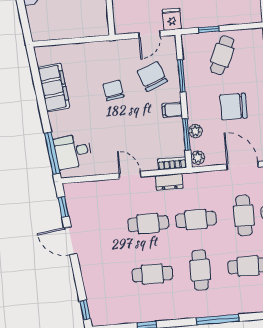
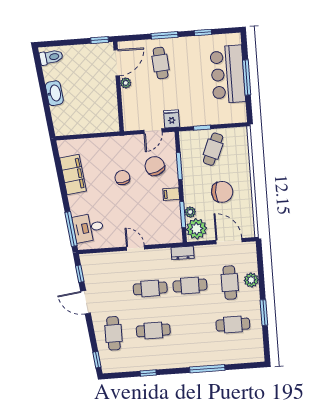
chair: (233, 107) -> (222, 192), turned 180
plant: (198, 158) -> (196, 229), width x1.87, depth x1.87
bookcase: (172, 163) -> (171, 239), removed
dresser: (169, 182) -> (183, 253), moved
cafe table: (200, 270) -> (113, 333), moved

